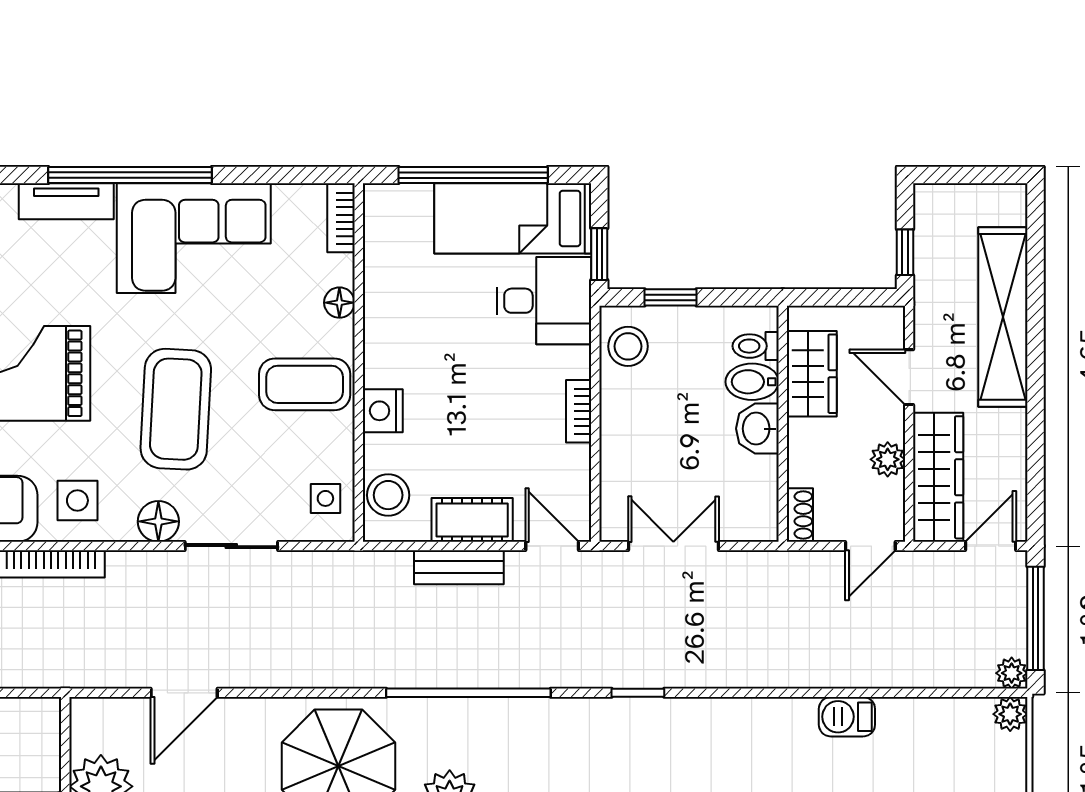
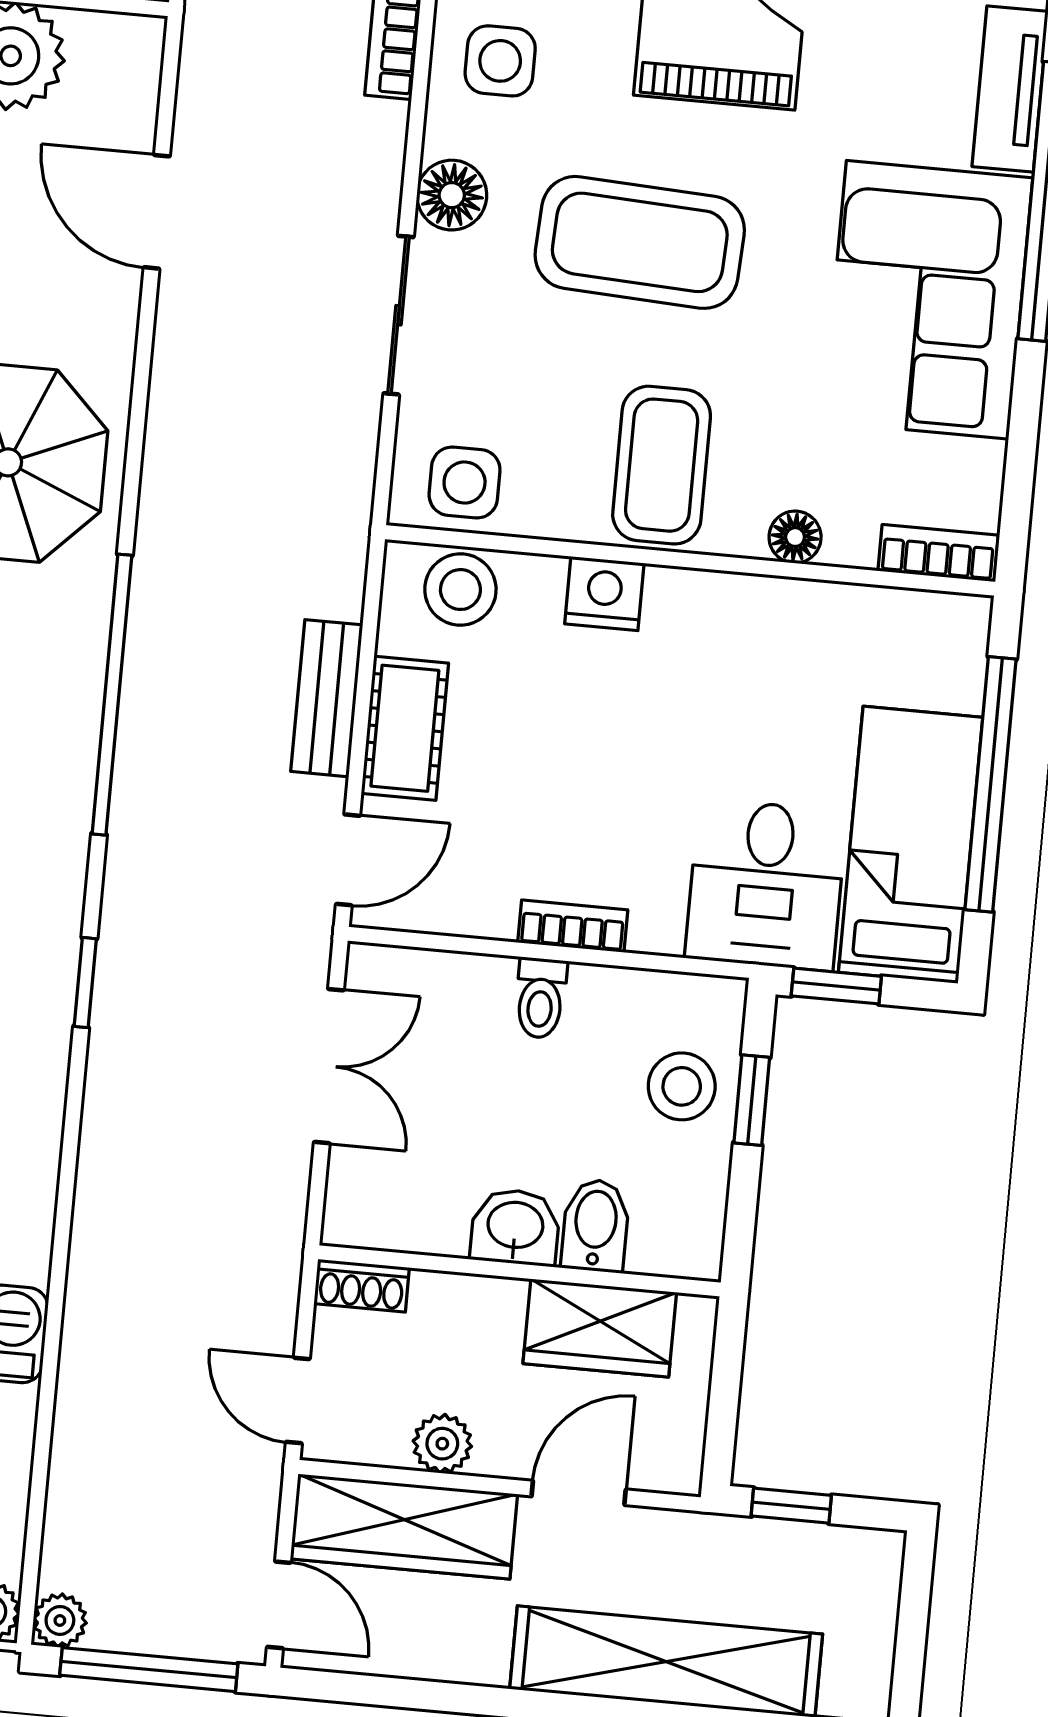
stool: (628, 346) -> (682, 1086), moved
toilet: (756, 346) -> (541, 998), moved, turned 180
side table: (325, 498) -> (465, 482), width x1.37, depth x1.37

